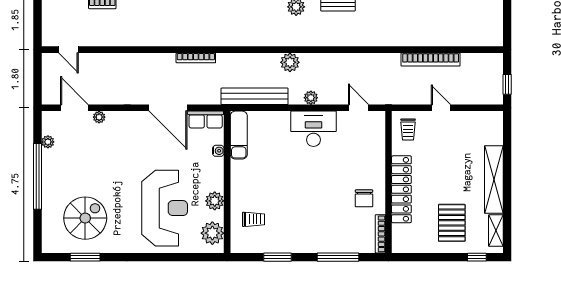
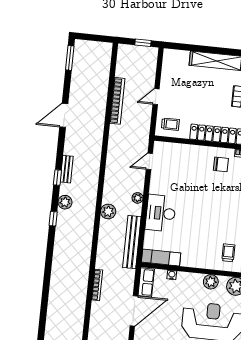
desk: (313, 129) -> (161, 213), moved

